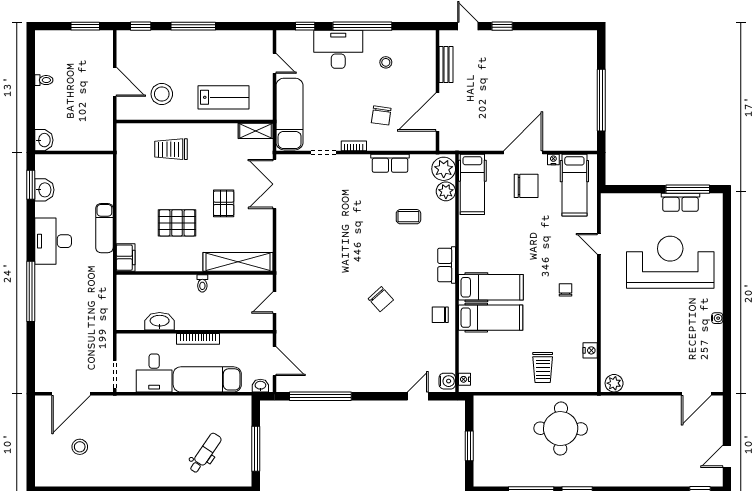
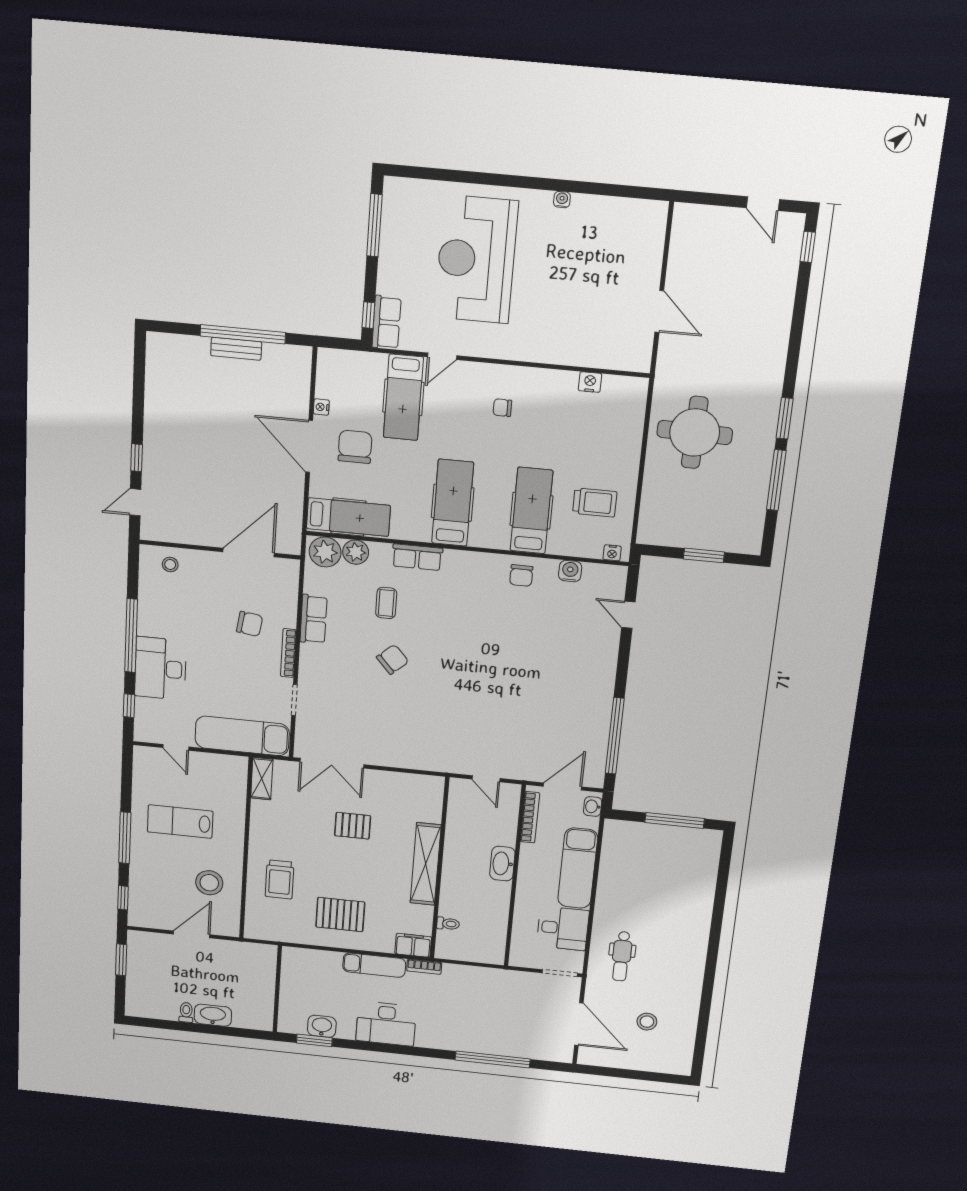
stool: (386, 62) -> (170, 565), moved
door: (274, 63) -> (176, 747), swing flipped
bench: (446, 65) -> (236, 349), moved
lab bench: (223, 97) -> (180, 822), moved, turned -90
door: (437, 112) -> (249, 552), swing flipped
washbasin: (44, 140) -> (213, 1015), moved, width x1.38
bookcase: (354, 146) -> (288, 653), width x1.56
hospital bed: (574, 185) -> (403, 397), moved, turned 90
window: (624, 189) -> (368, 315), added
row of seats: (681, 202) -> (386, 322), moved
pallet: (177, 223) -> (340, 915), moved, turned 90
shelving: (238, 262) -> (426, 864), moved
row of seats: (447, 265) -> (417, 557), moved
bookcase: (108, 268) -> (424, 967), added
toilet: (202, 283) -> (448, 924), moved
hospital bed: (491, 287) -> (453, 503), moved
window: (31, 291) -> (493, 1059), moved
chair: (381, 299) -> (392, 659), moved
washbasin: (160, 321) -> (502, 864), moved
bookcase: (198, 339) -> (530, 817), moved
trolley: (543, 367) -> (595, 502), moved
water cooler: (447, 381) -> (570, 571), moved
plant: (614, 383) -> (640, 354), removed
door: (696, 394) -> (659, 311), moved
dental chair: (205, 453) -> (622, 956), moved, turned -124

